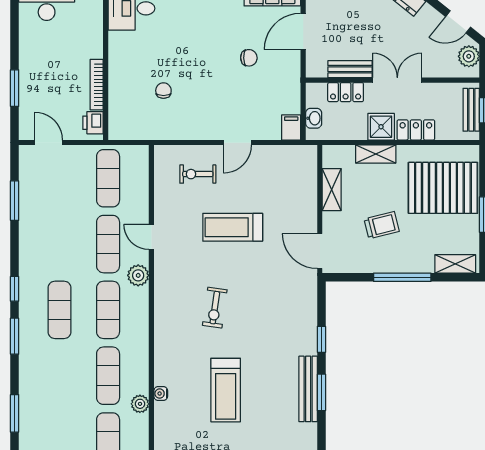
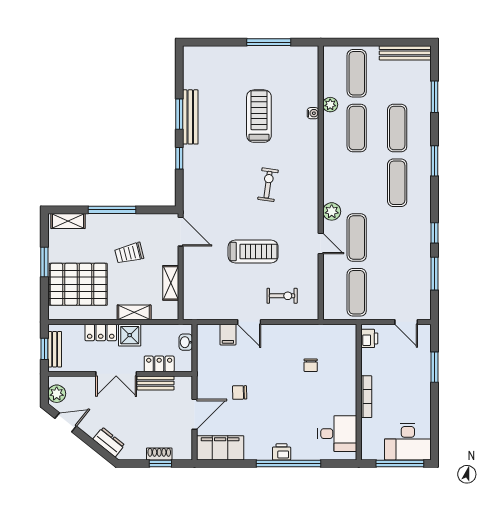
bookcase: (97, 85) -> (366, 397), moved
filing cabinet: (291, 127) -> (228, 335), moved
door: (237, 143) -> (249, 322), swing flipped
window: (15, 289) -> (435, 233), moved
exercise mat: (108, 310) -> (397, 128), moved

